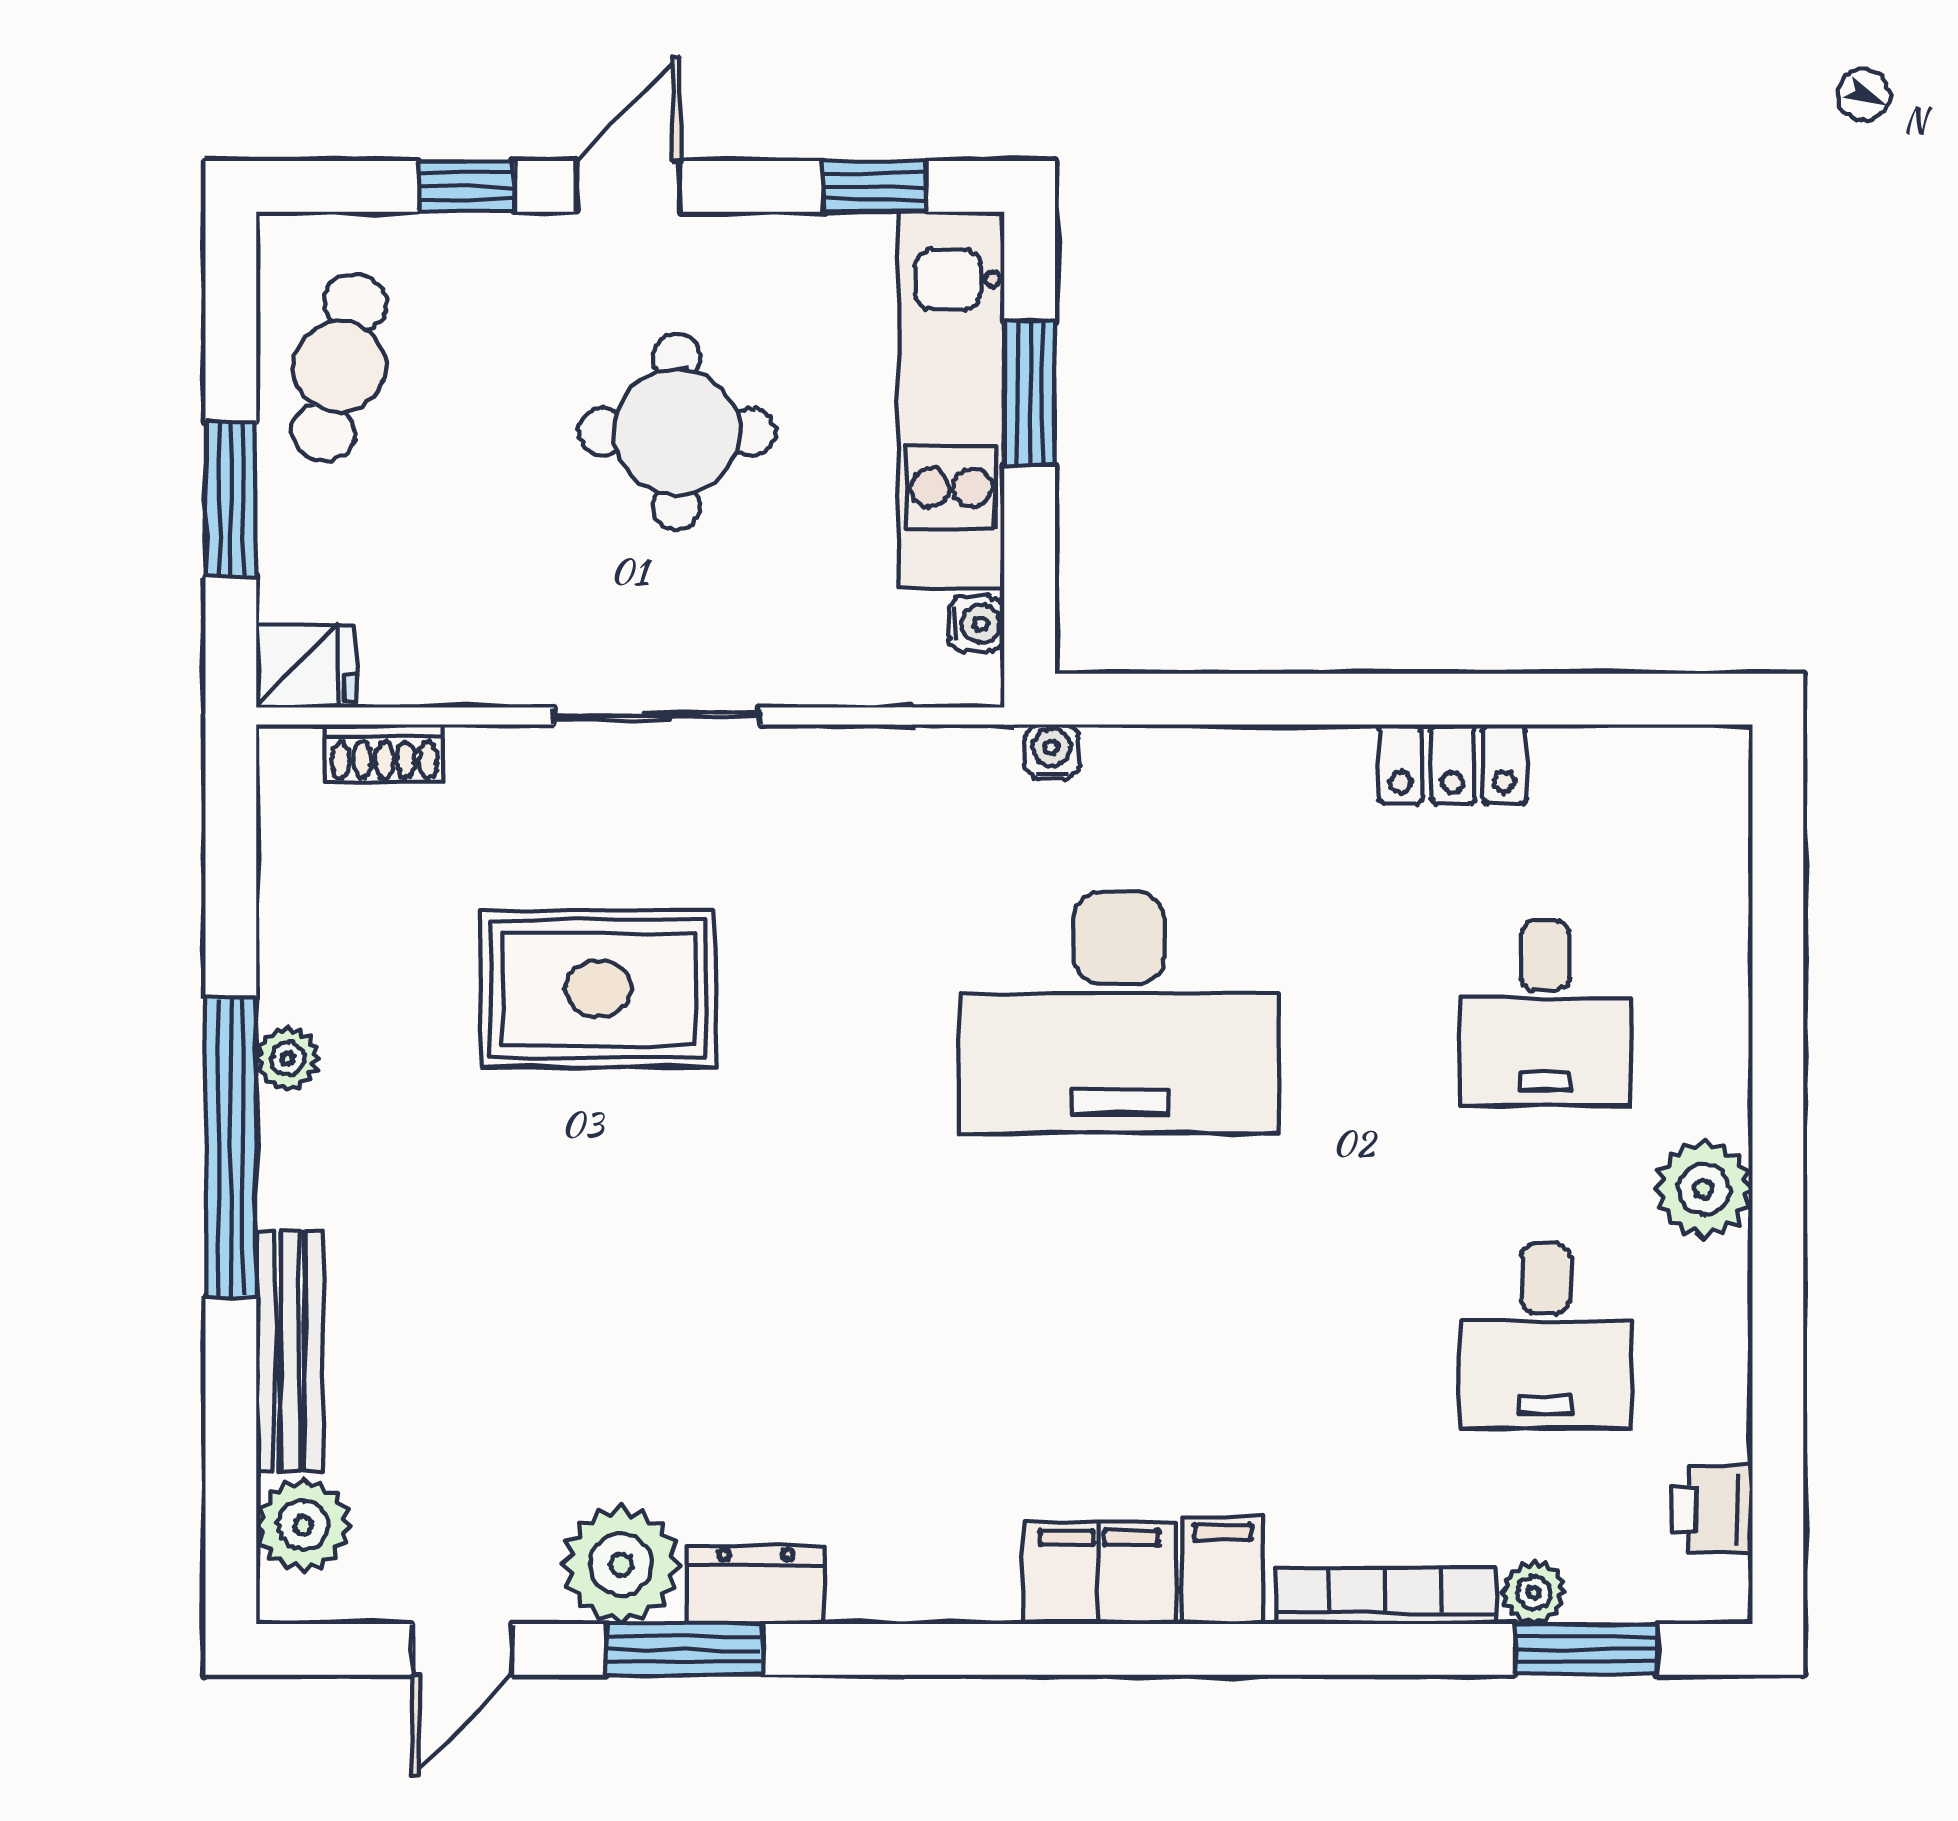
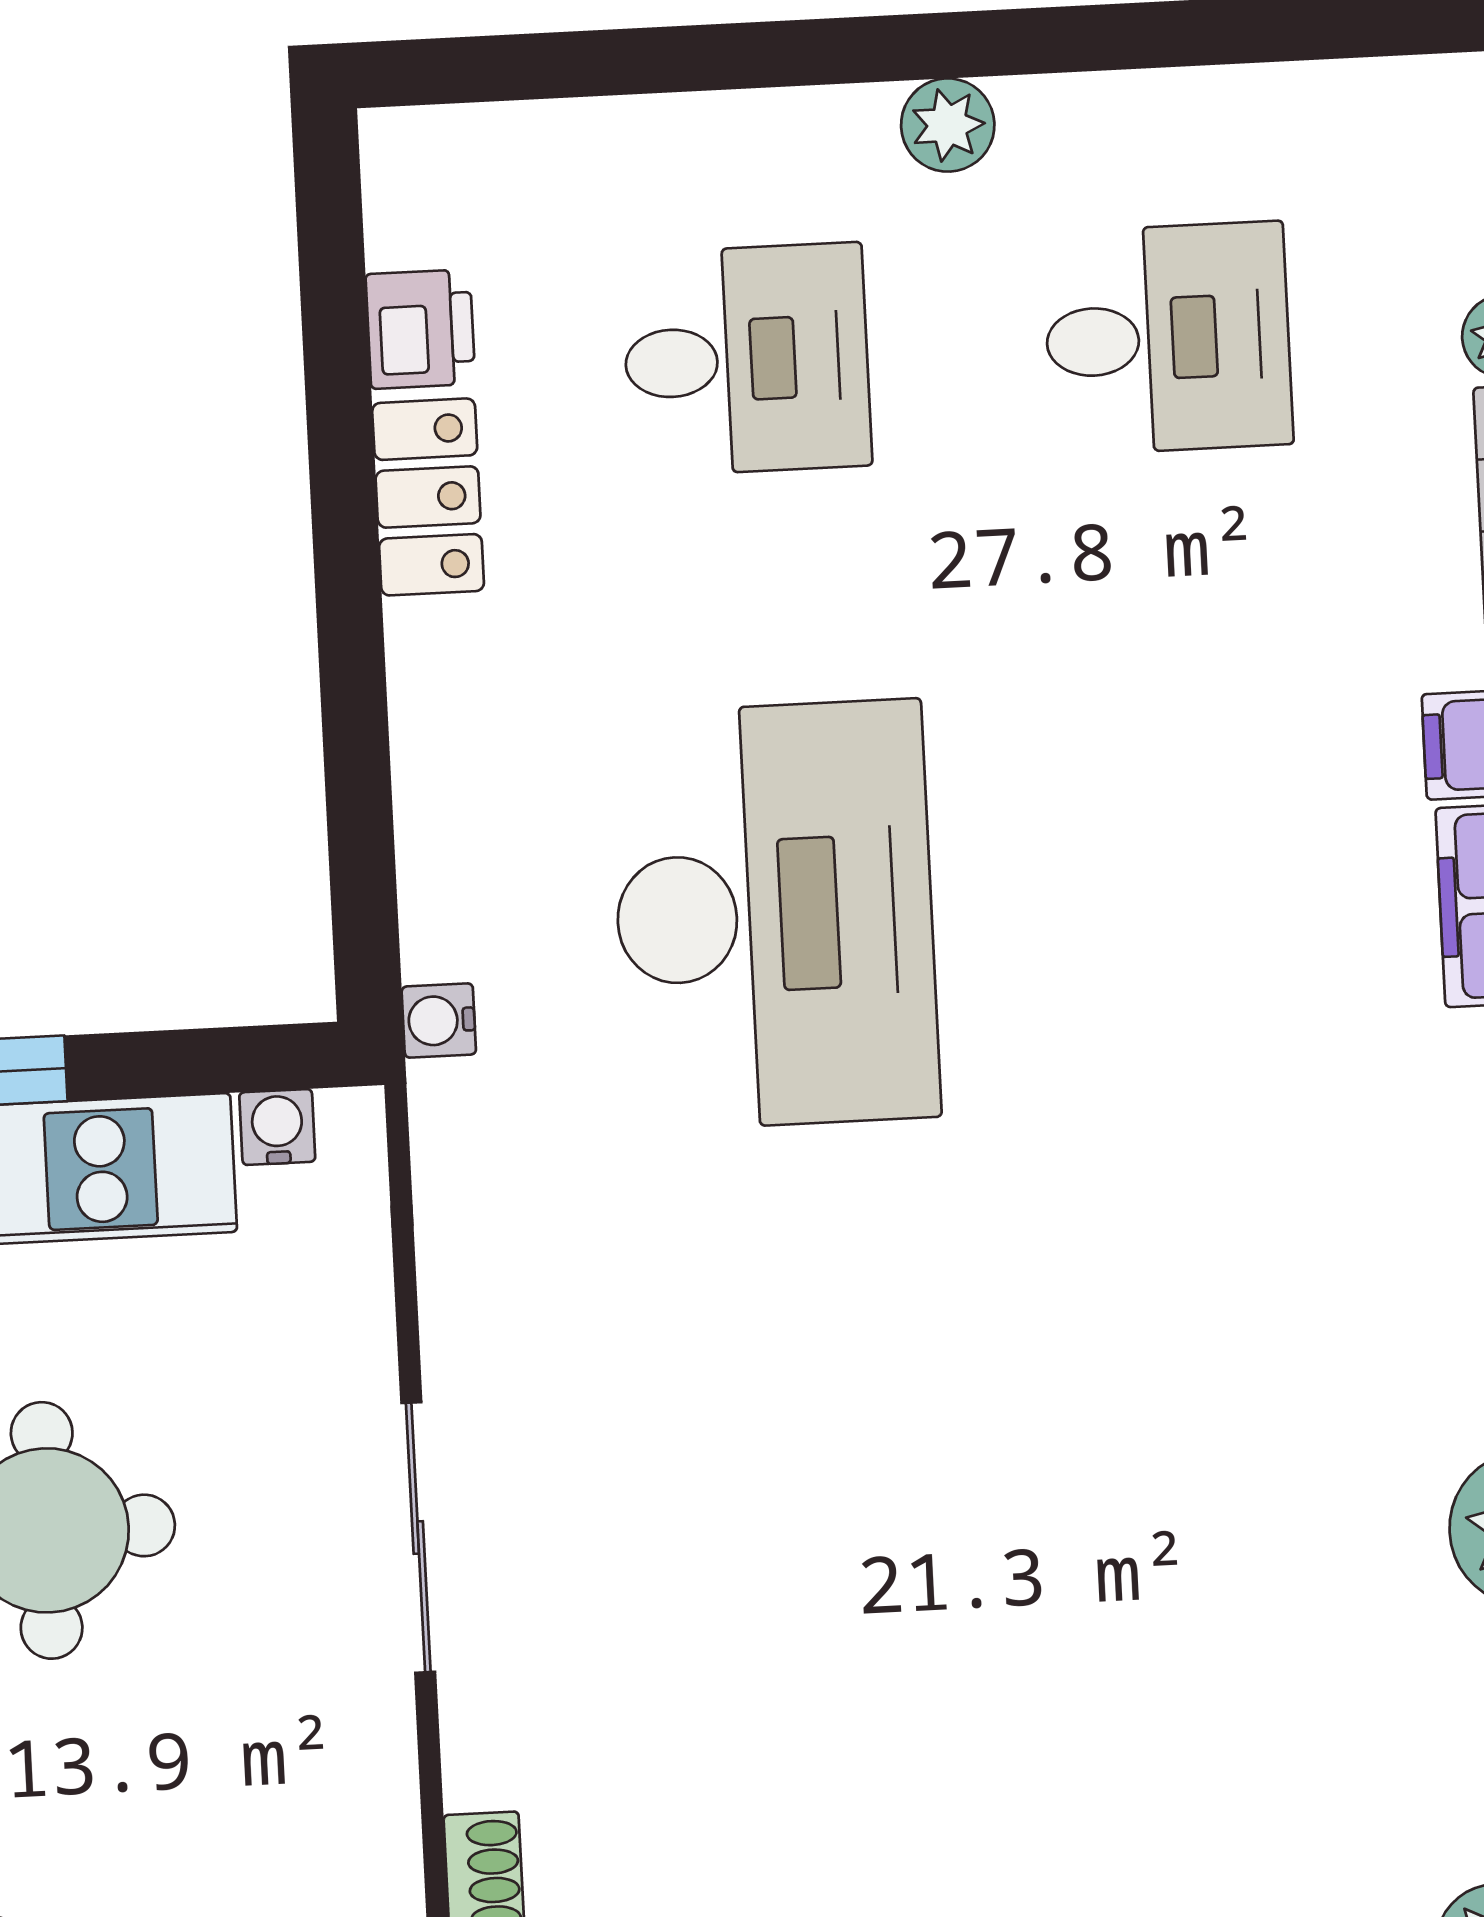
rug: (598, 989) -> (778, 1596), removed
plant: (1704, 1189) -> (948, 125), width x0.73, depth x0.73
printer: (1713, 1509) -> (420, 329), moved, turned -90

